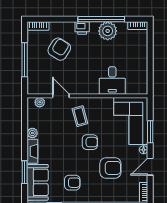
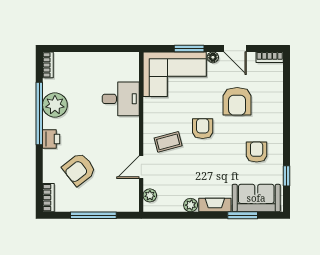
armchair: (59, 49) -> (79, 169), turned -70
armchair: (110, 168) -> (237, 101), turned 180

